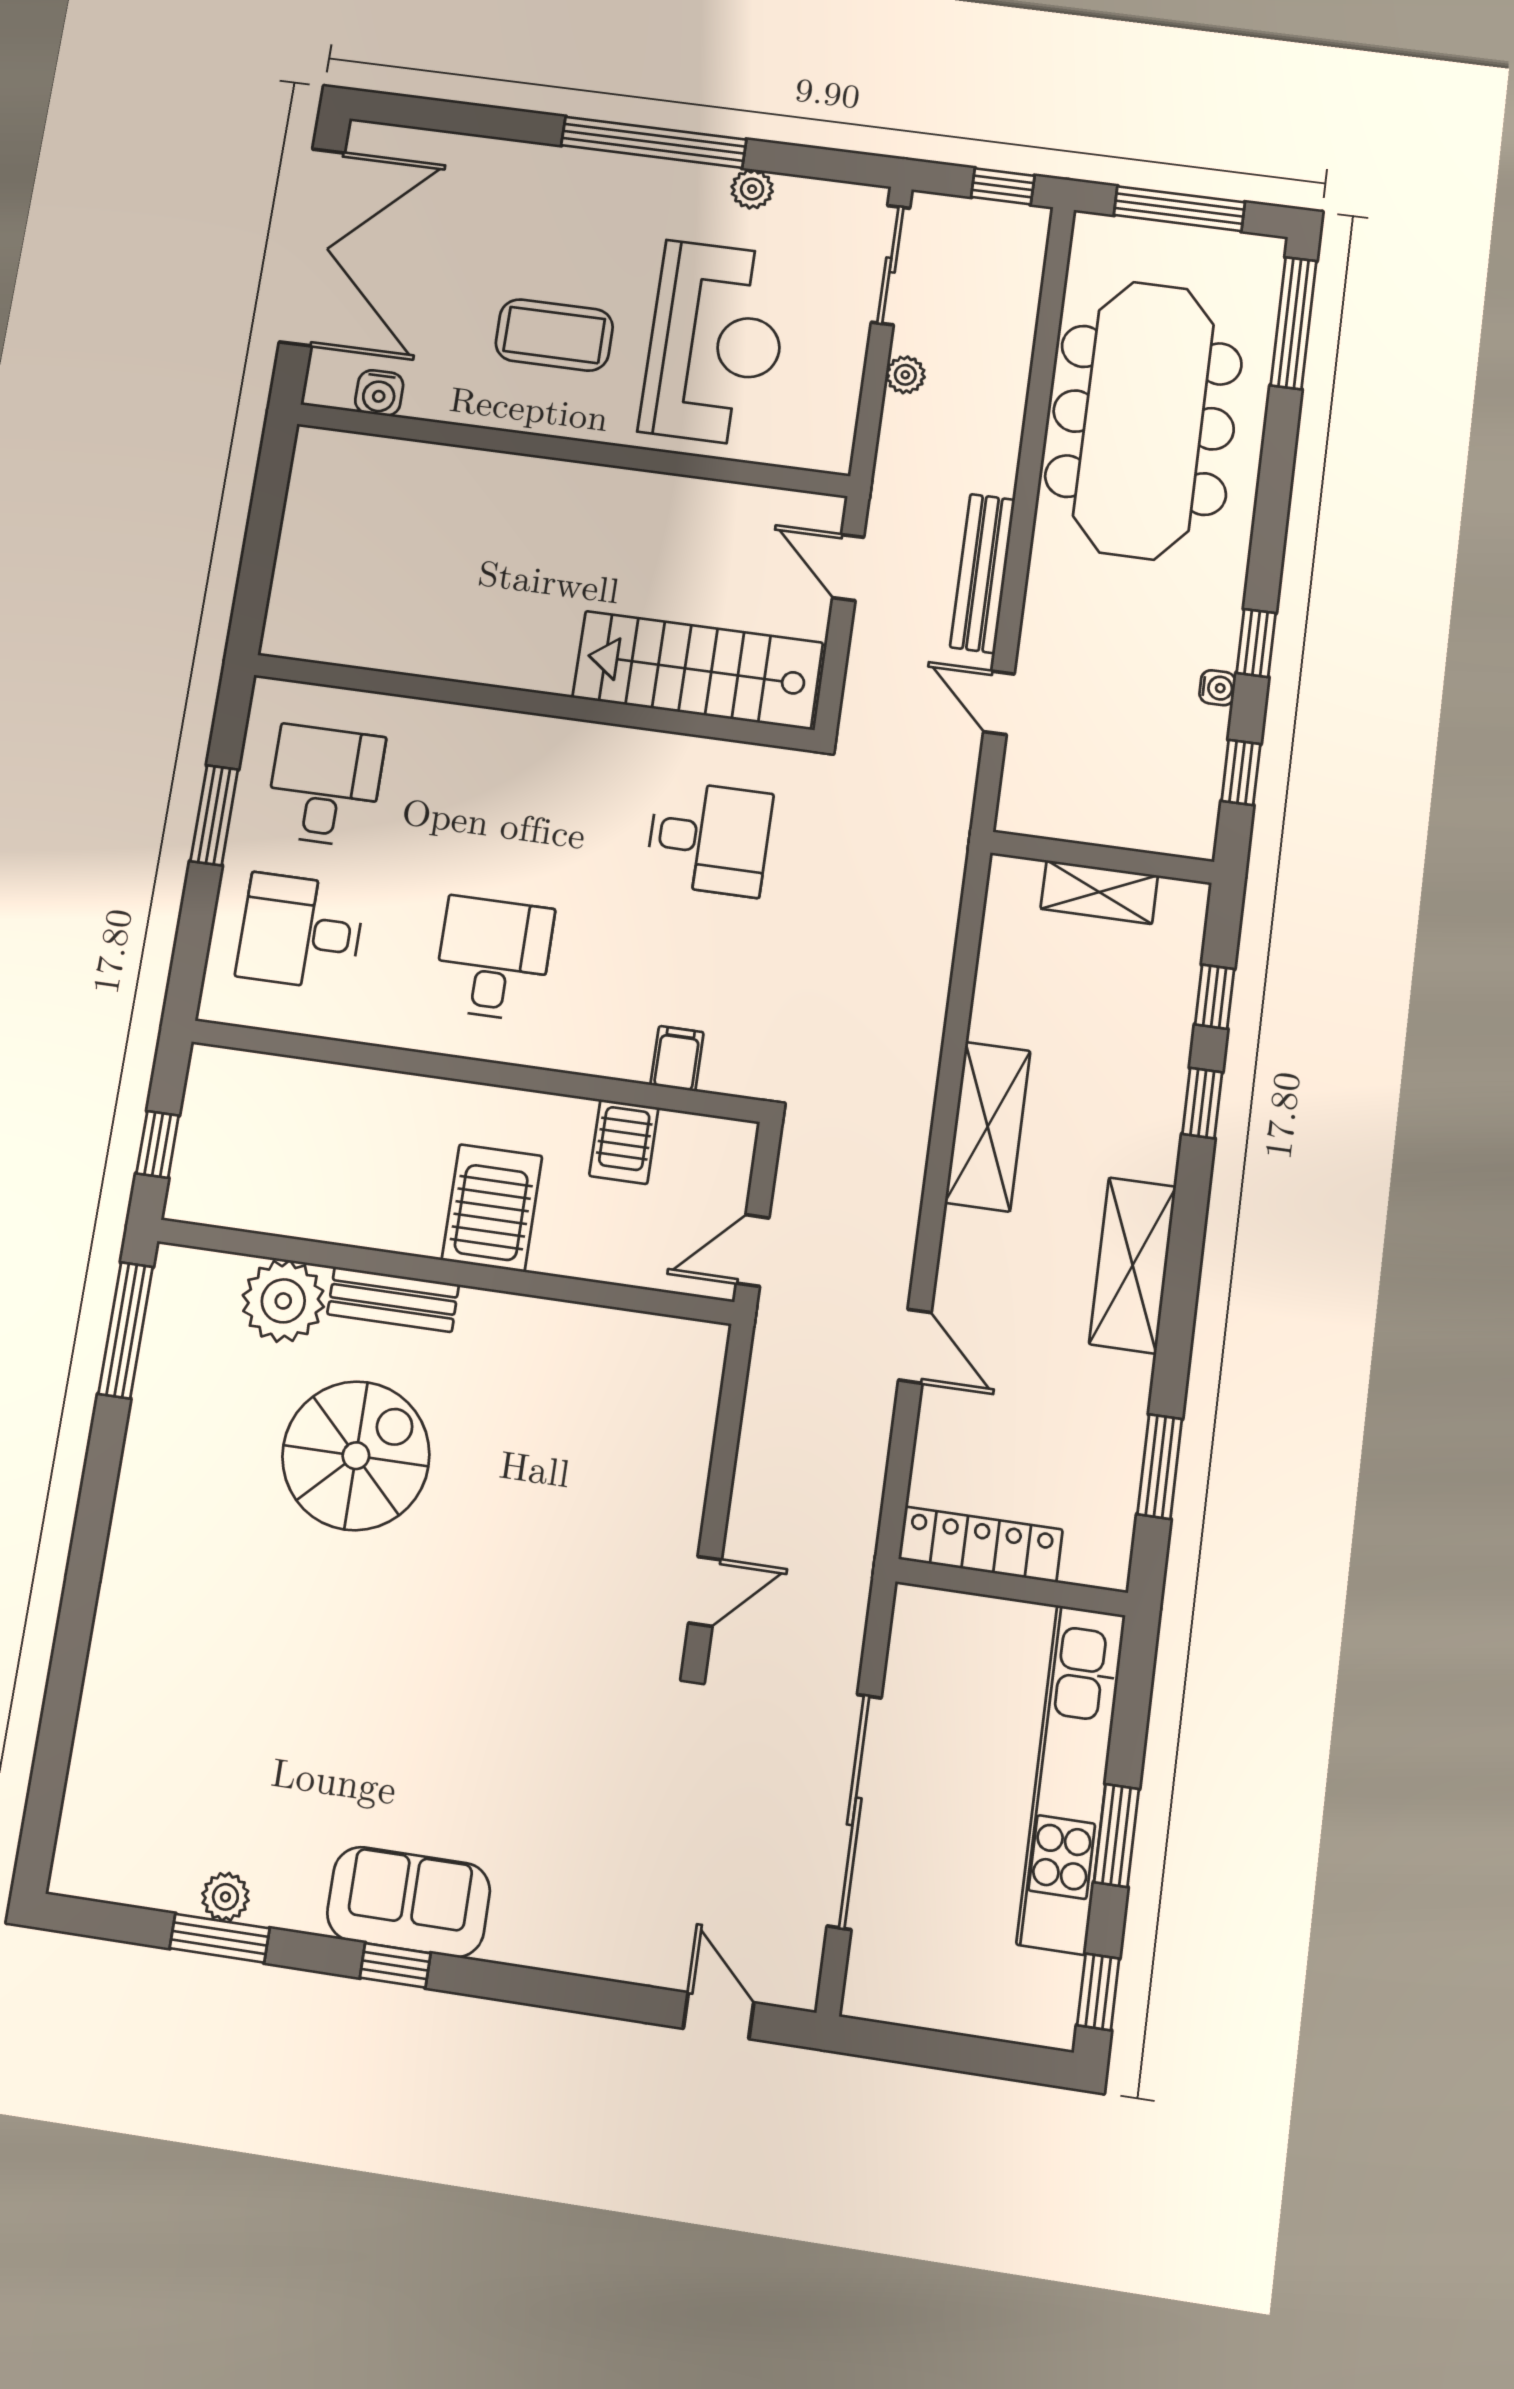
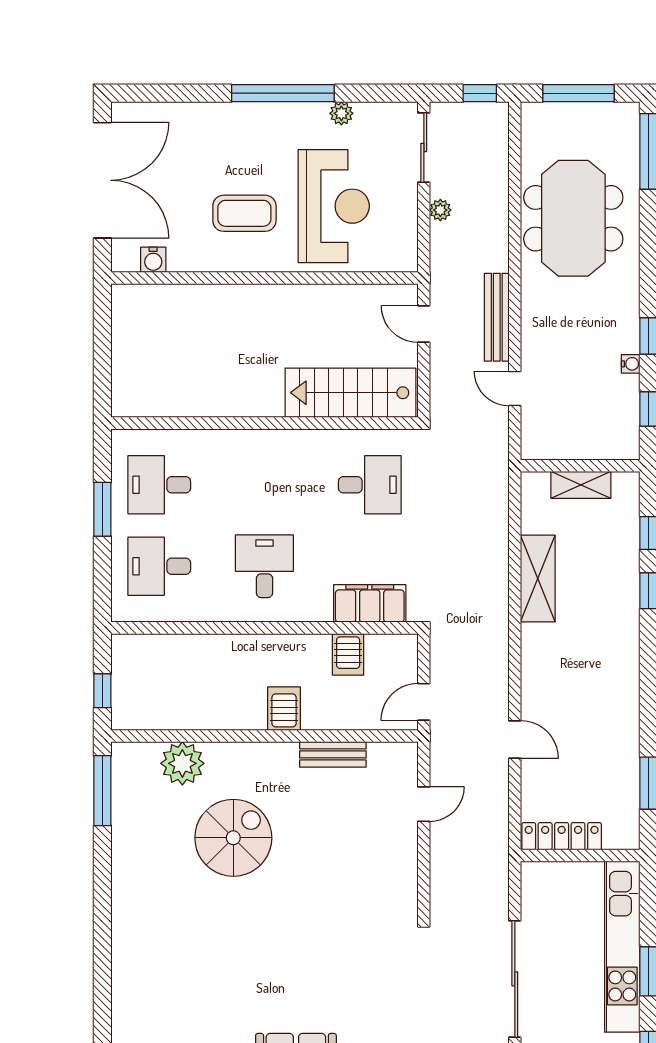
meeting table: (1144, 420) -> (573, 218), width x0.73
desk: (325, 786) -> (159, 485), turned -90
filing cabinet: (677, 1059) -> (370, 603), width x3.00, depth x1.17
shelving: (988, 1127) -> (538, 579), moved
server rack: (492, 1208) -> (284, 709), width x0.73, depth x0.70
shelving: (1133, 1265) -> (622, 681), removed
bench: (393, 1299) -> (333, 754), moved
door: (705, 1591) -> (424, 804), moved

